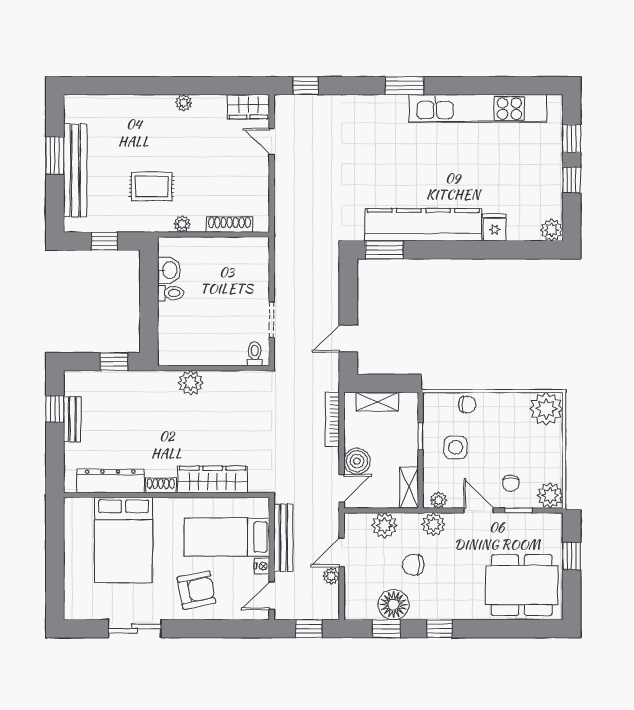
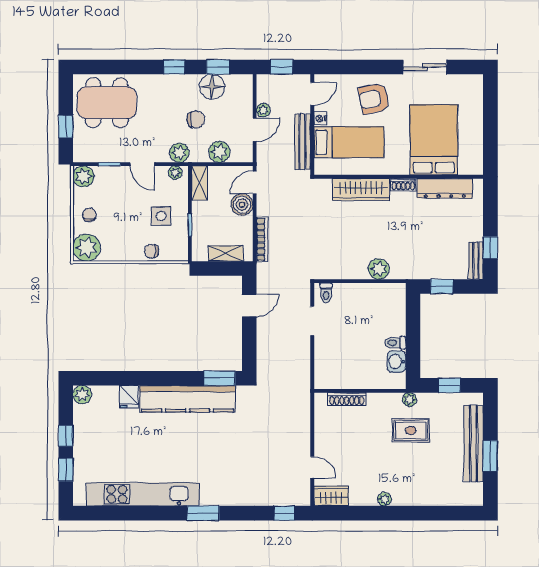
plant: (182, 224) -> (409, 400), moved
bench: (72, 419) -> (476, 261), moved
chair: (511, 483) -> (89, 215), moved

